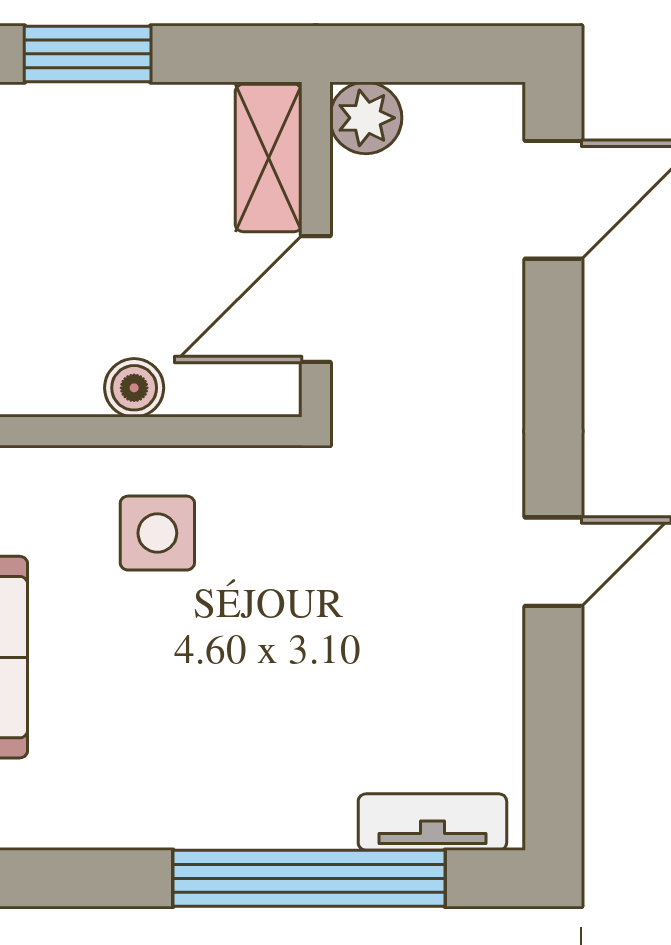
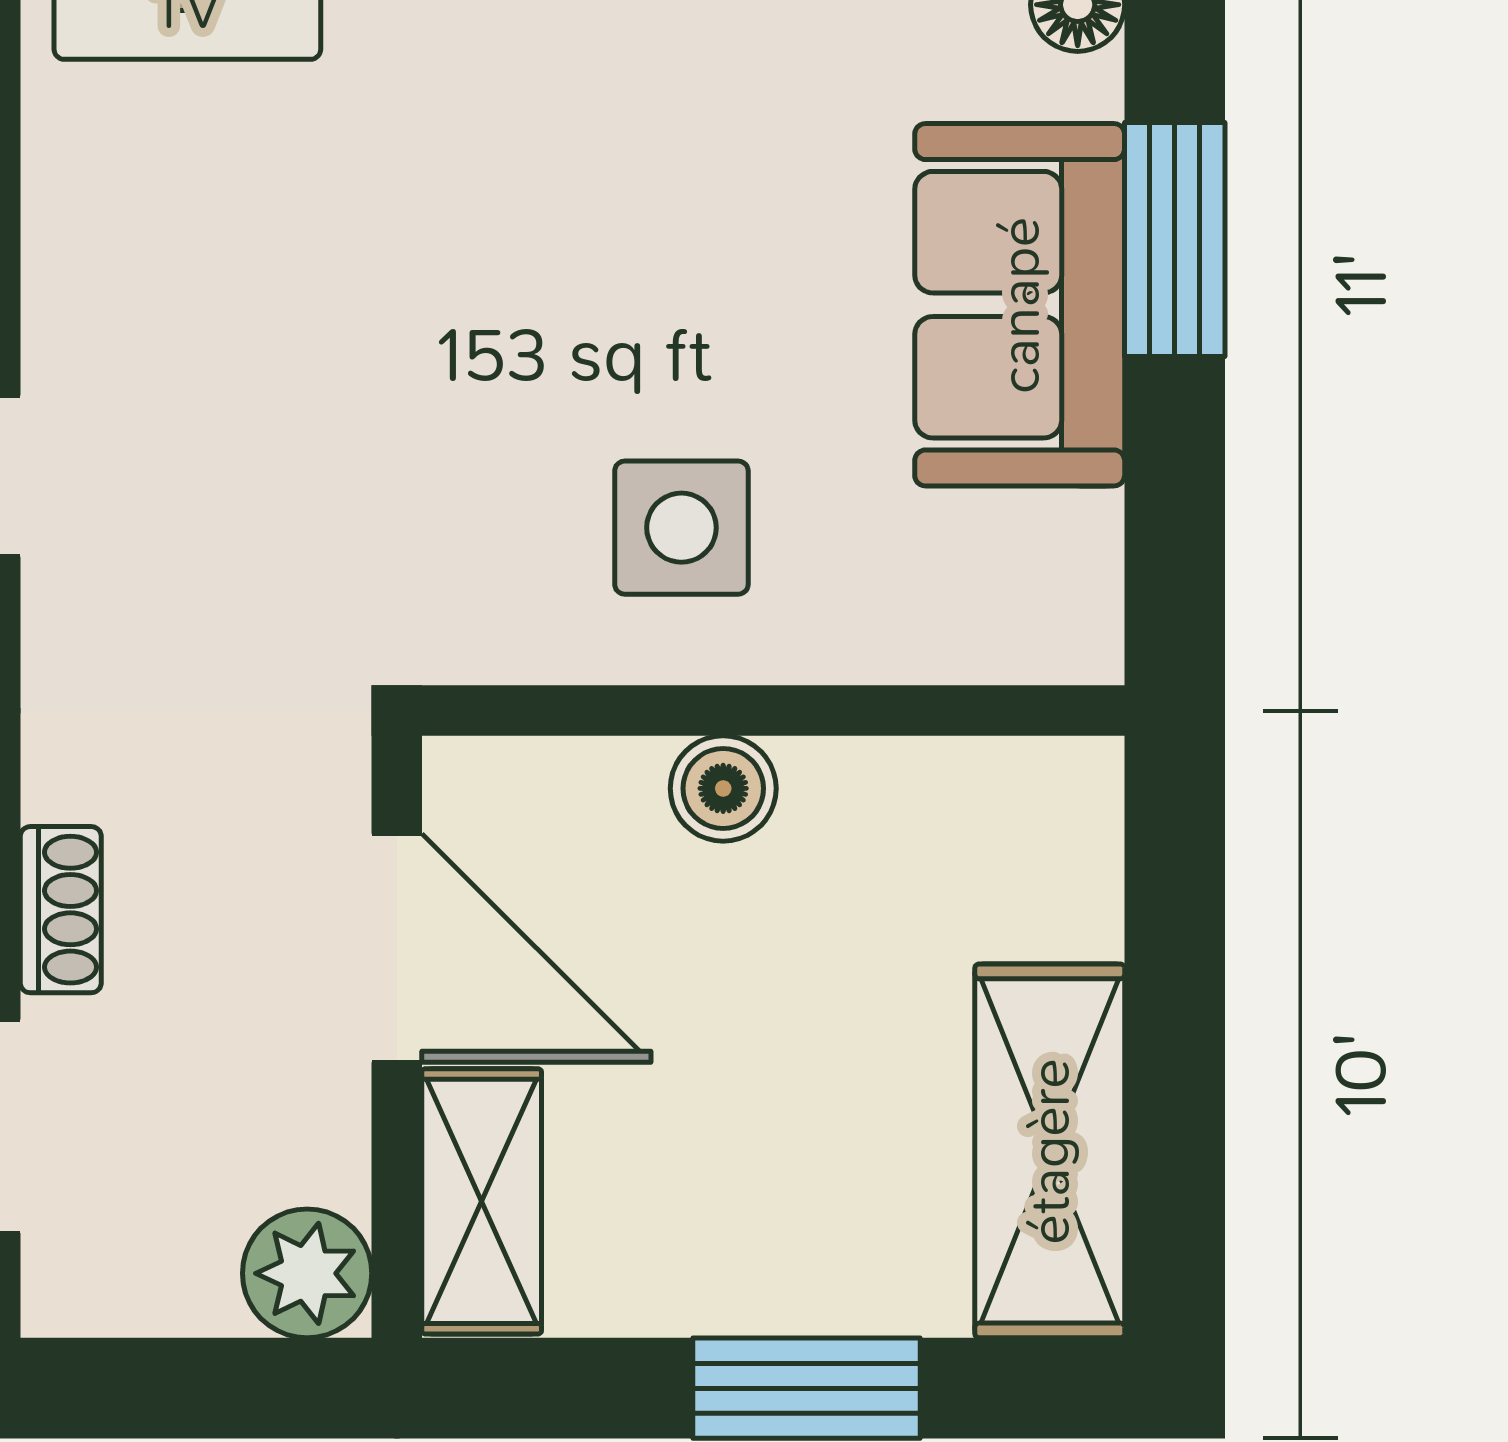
door: (316, 299) -> (397, 948), hinge flipped
shoe rack: (503, 320) -> (61, 910), added

